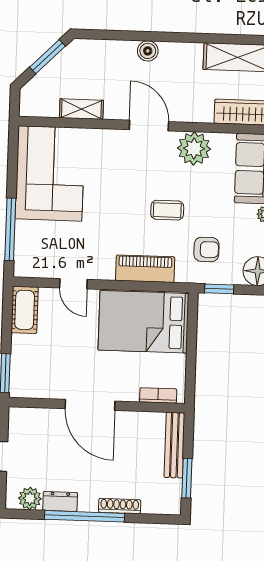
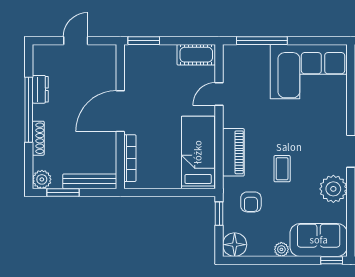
bed: (143, 322) -> (198, 152), width x0.67
bookcase: (158, 395) -> (130, 158), width x1.56
plant: (30, 498) -> (42, 179), moved

